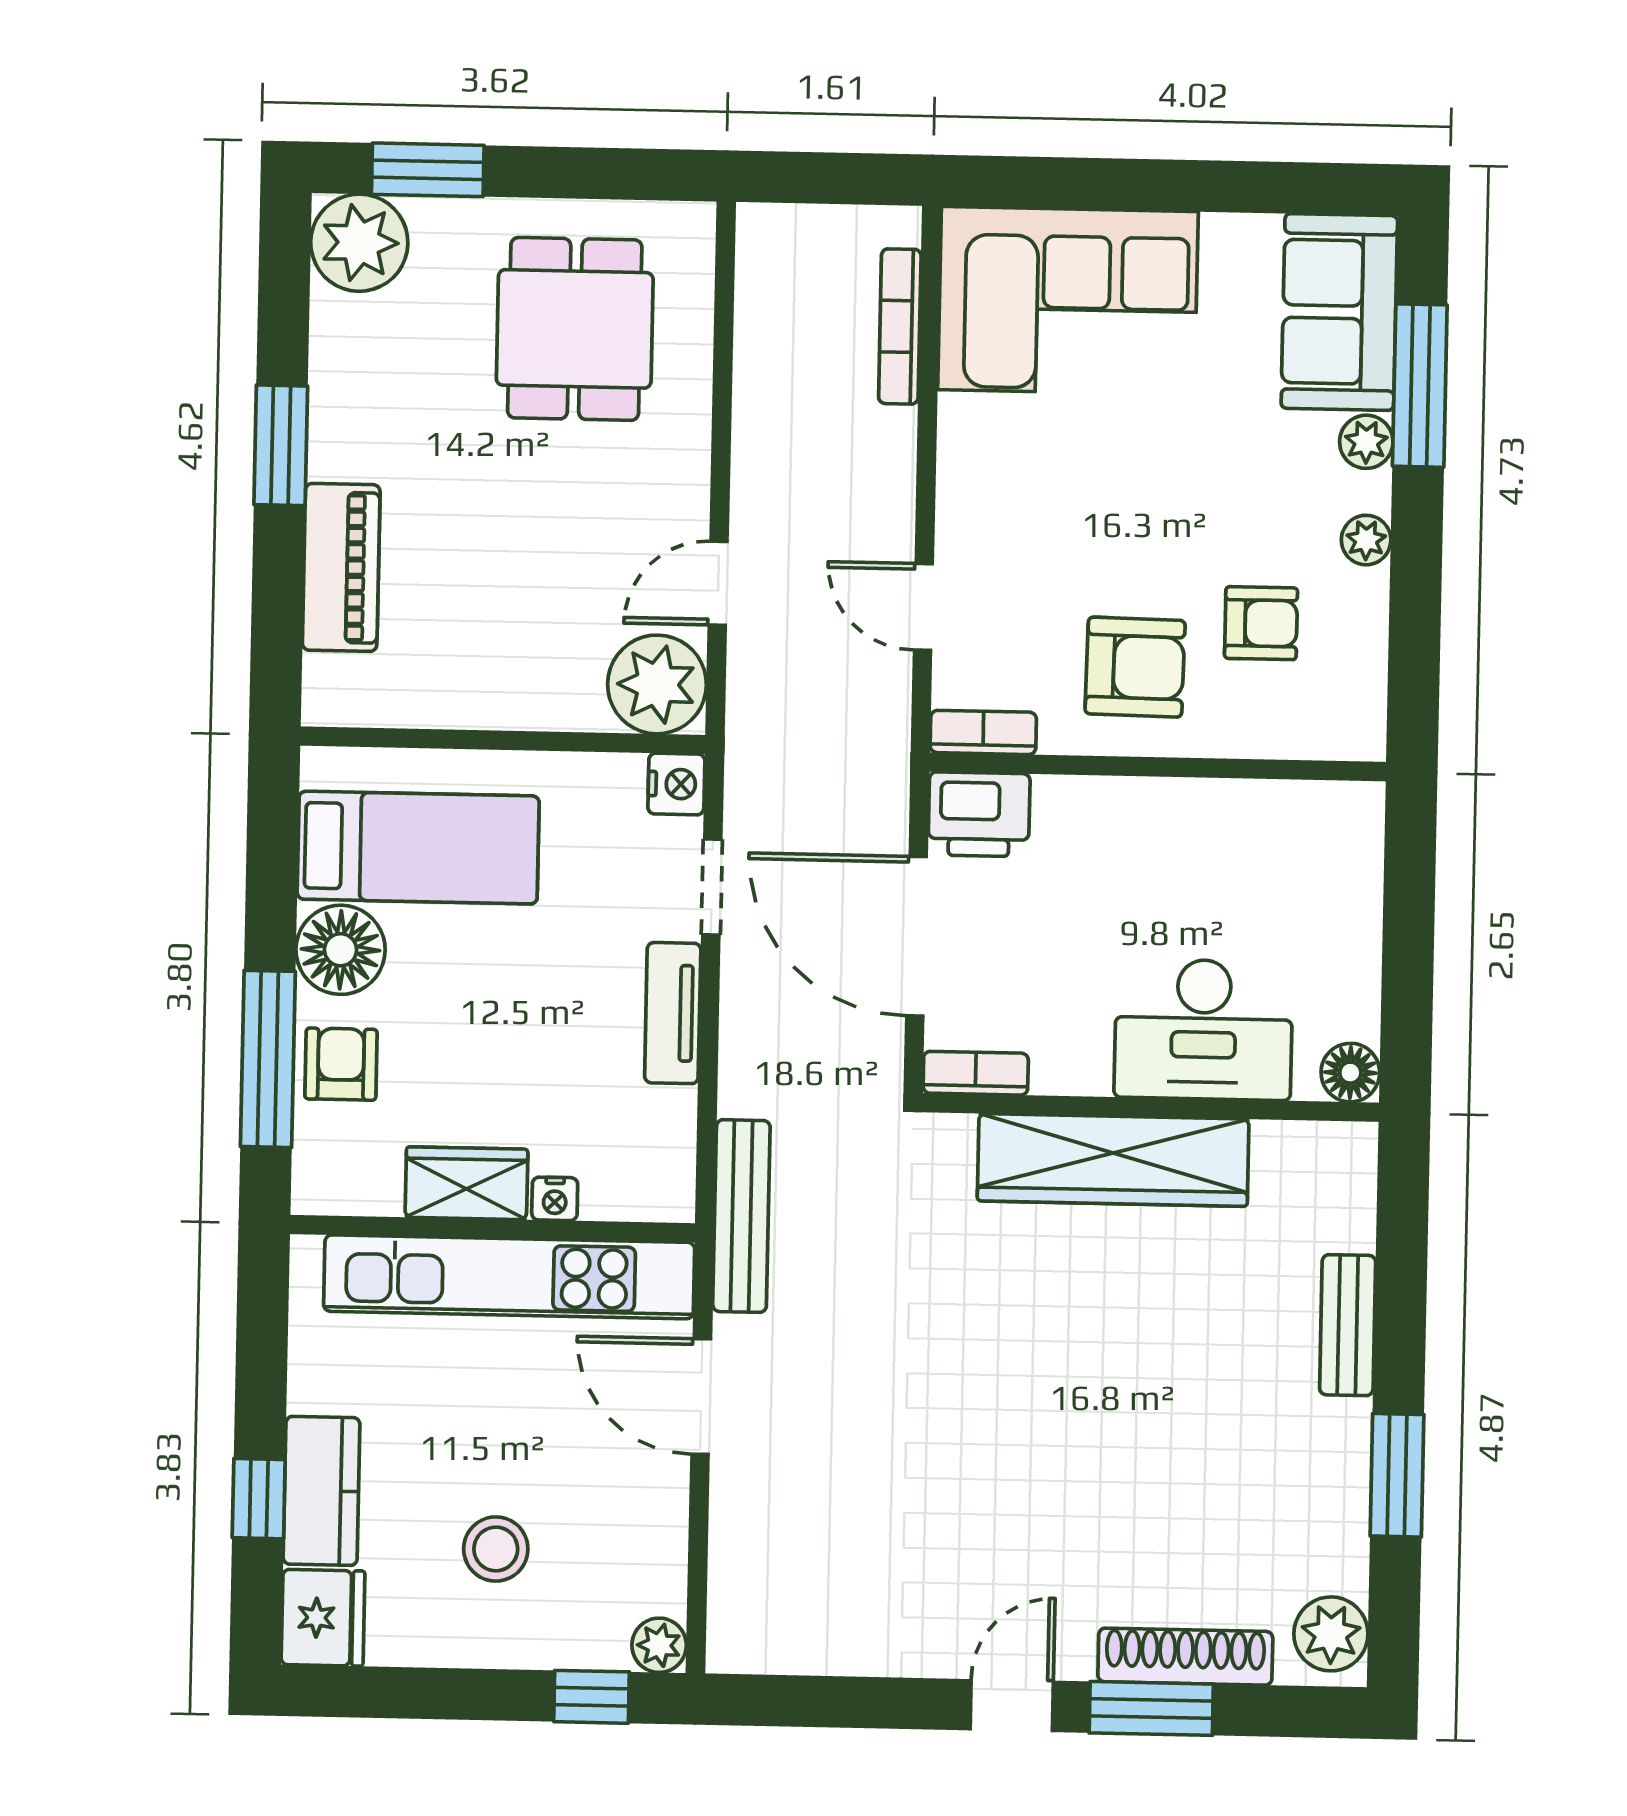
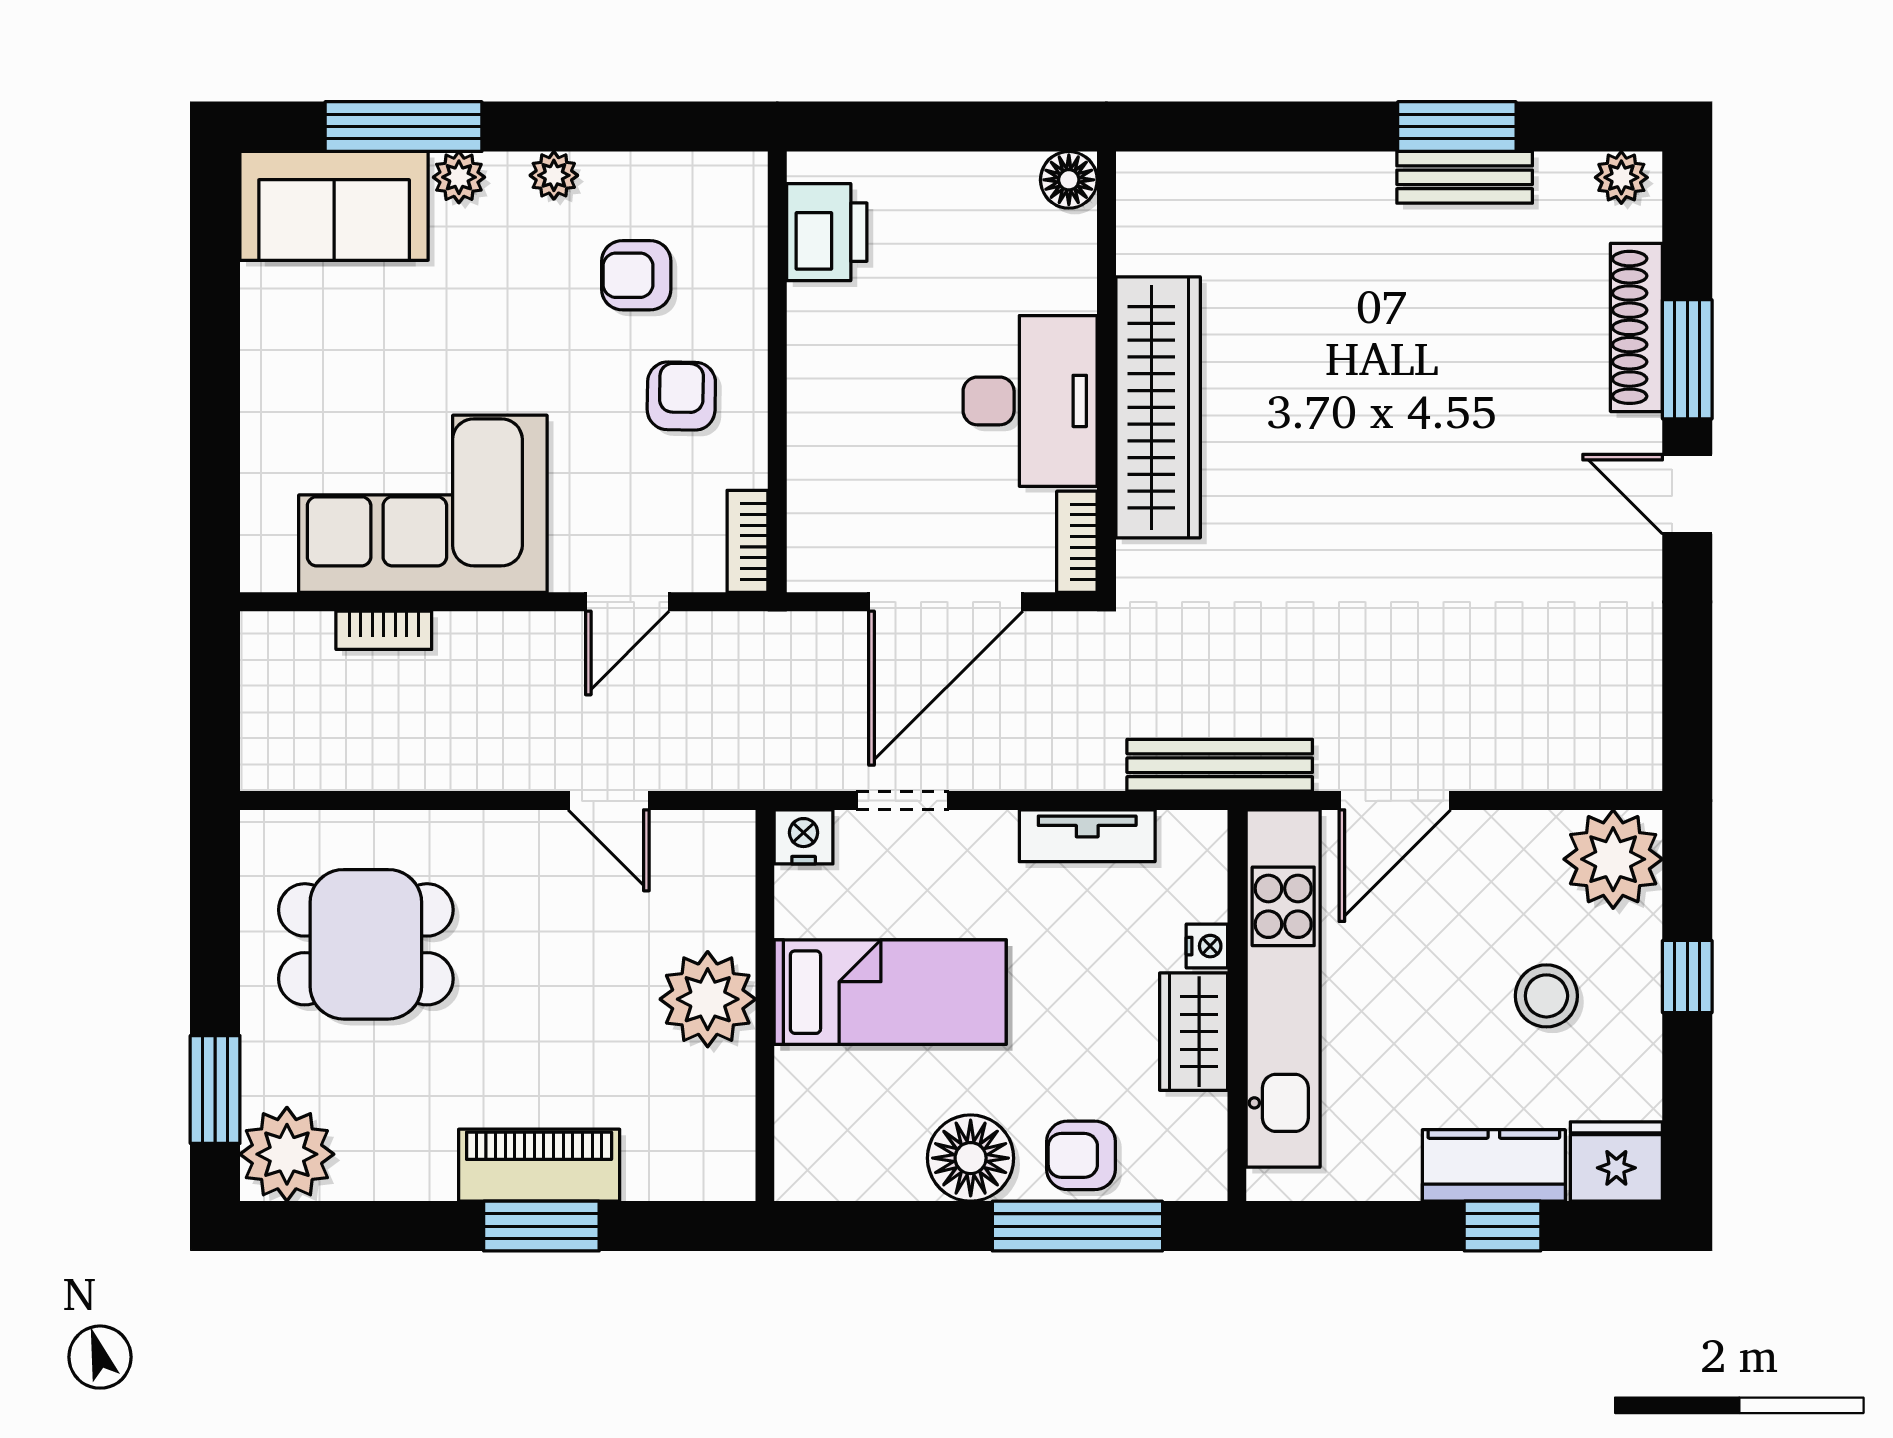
corner sofa: (1068, 301) -> (423, 504), moved, turned -90
bookcase: (900, 326) -> (384, 630), width x0.64
window: (281, 445) -> (541, 1226), moved
piano: (341, 567) -> (539, 1165), moved
armchair: (1261, 623) -> (636, 275), turned -90
armchair: (1135, 667) -> (681, 396), width x0.72, depth x0.72
plant: (657, 684) -> (708, 999), moved
printer: (979, 814) -> (827, 232), moved
bed: (418, 848) -> (890, 992), moved, turned 90
tv unit: (673, 1013) -> (1087, 836), moved
desk: (1203, 1029) -> (1030, 401), moved
bench: (1348, 1325) -> (1465, 177), moved
plant: (1331, 1634) -> (1621, 177), width x0.73, depth x0.73
plant: (659, 1645) -> (1613, 859), width x1.88, depth x1.88
window: (592, 1697) -> (1687, 977), moved

